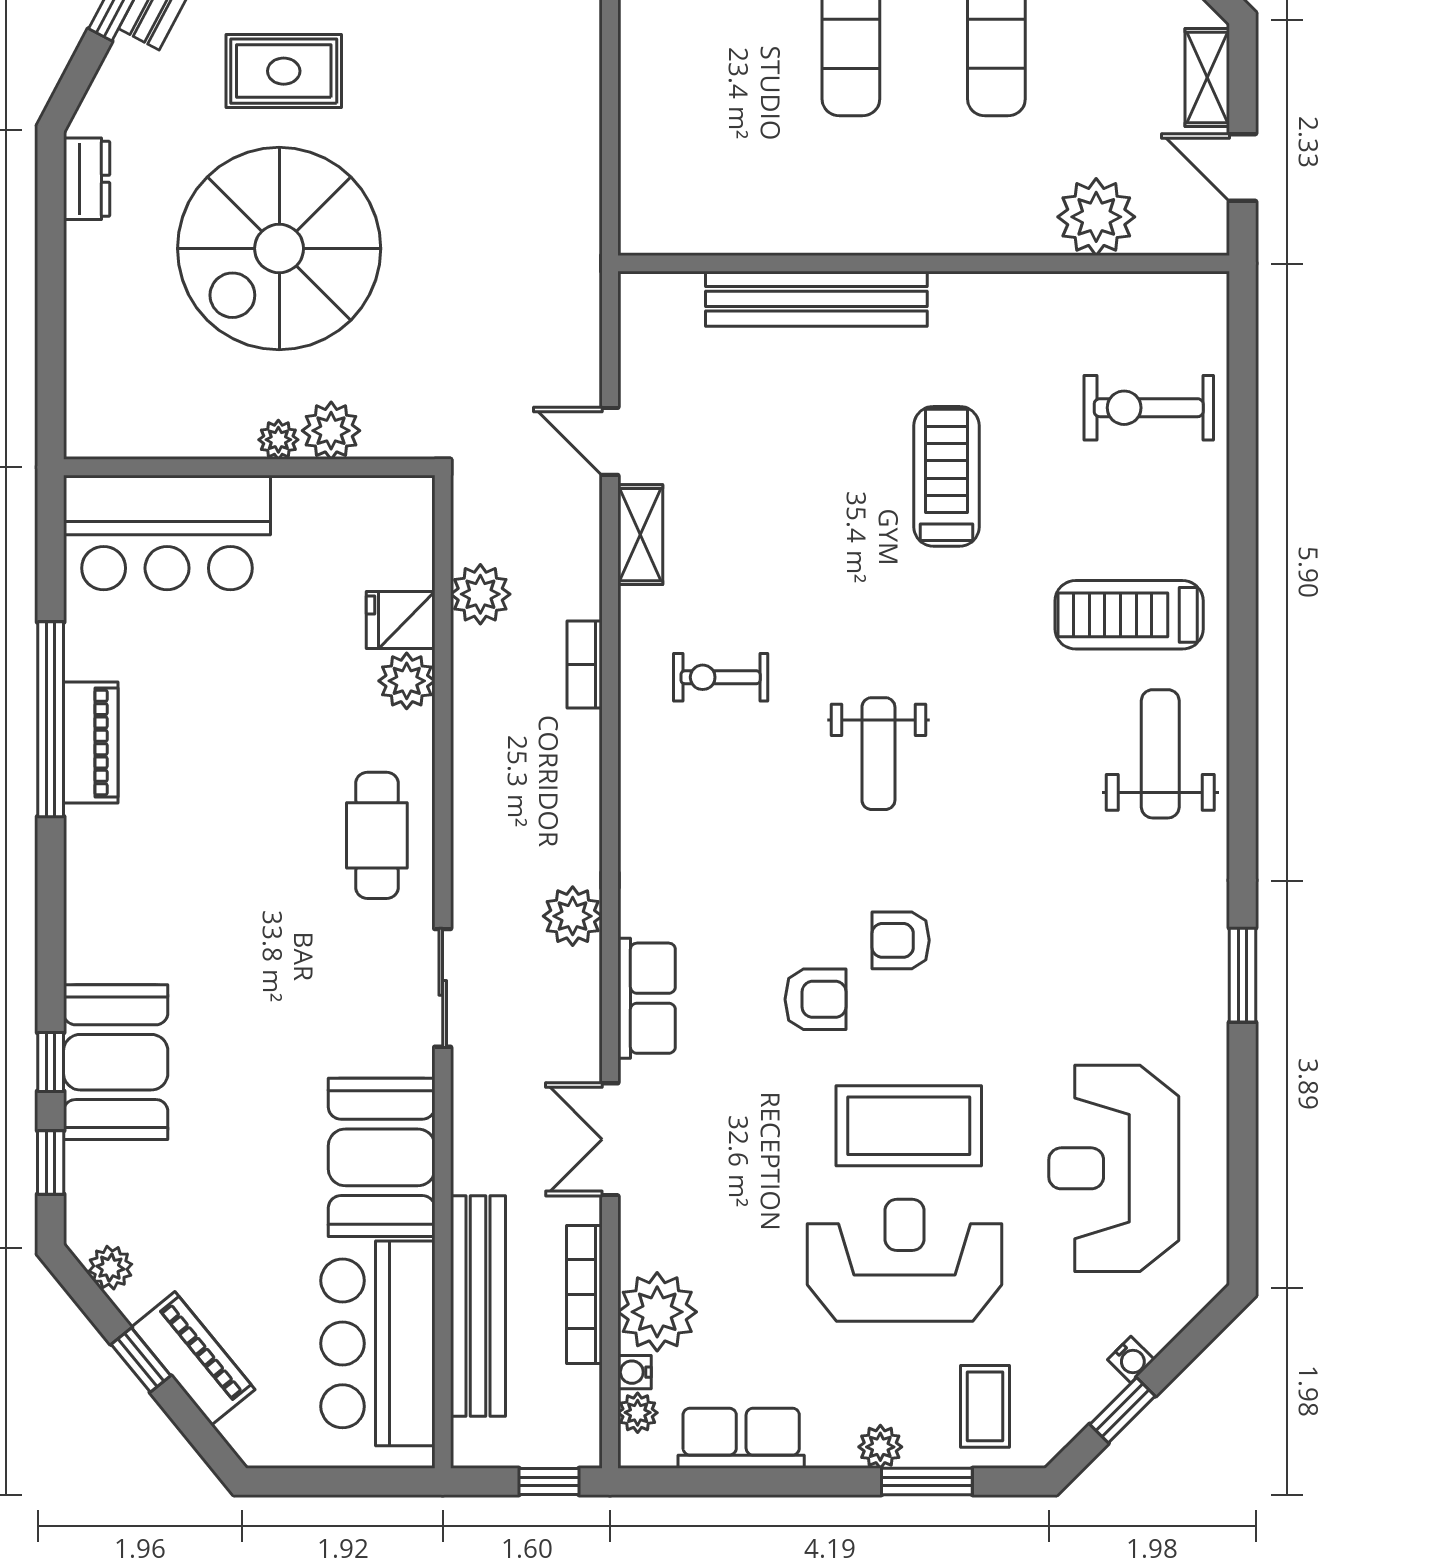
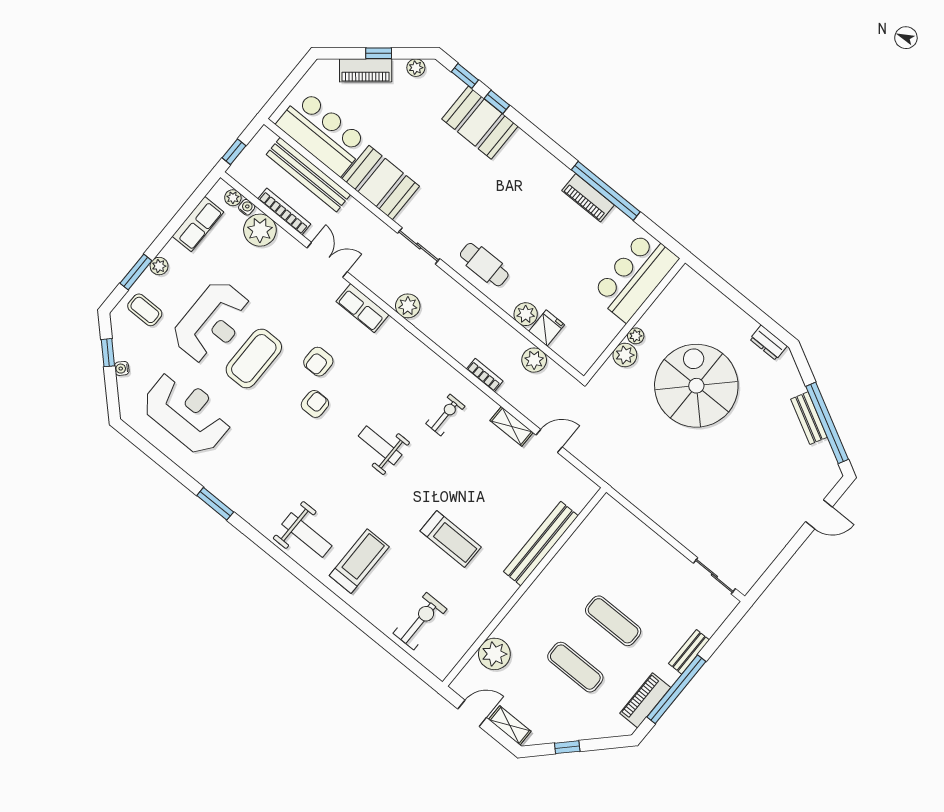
rug: (284, 71) -> (752, 433), removed

